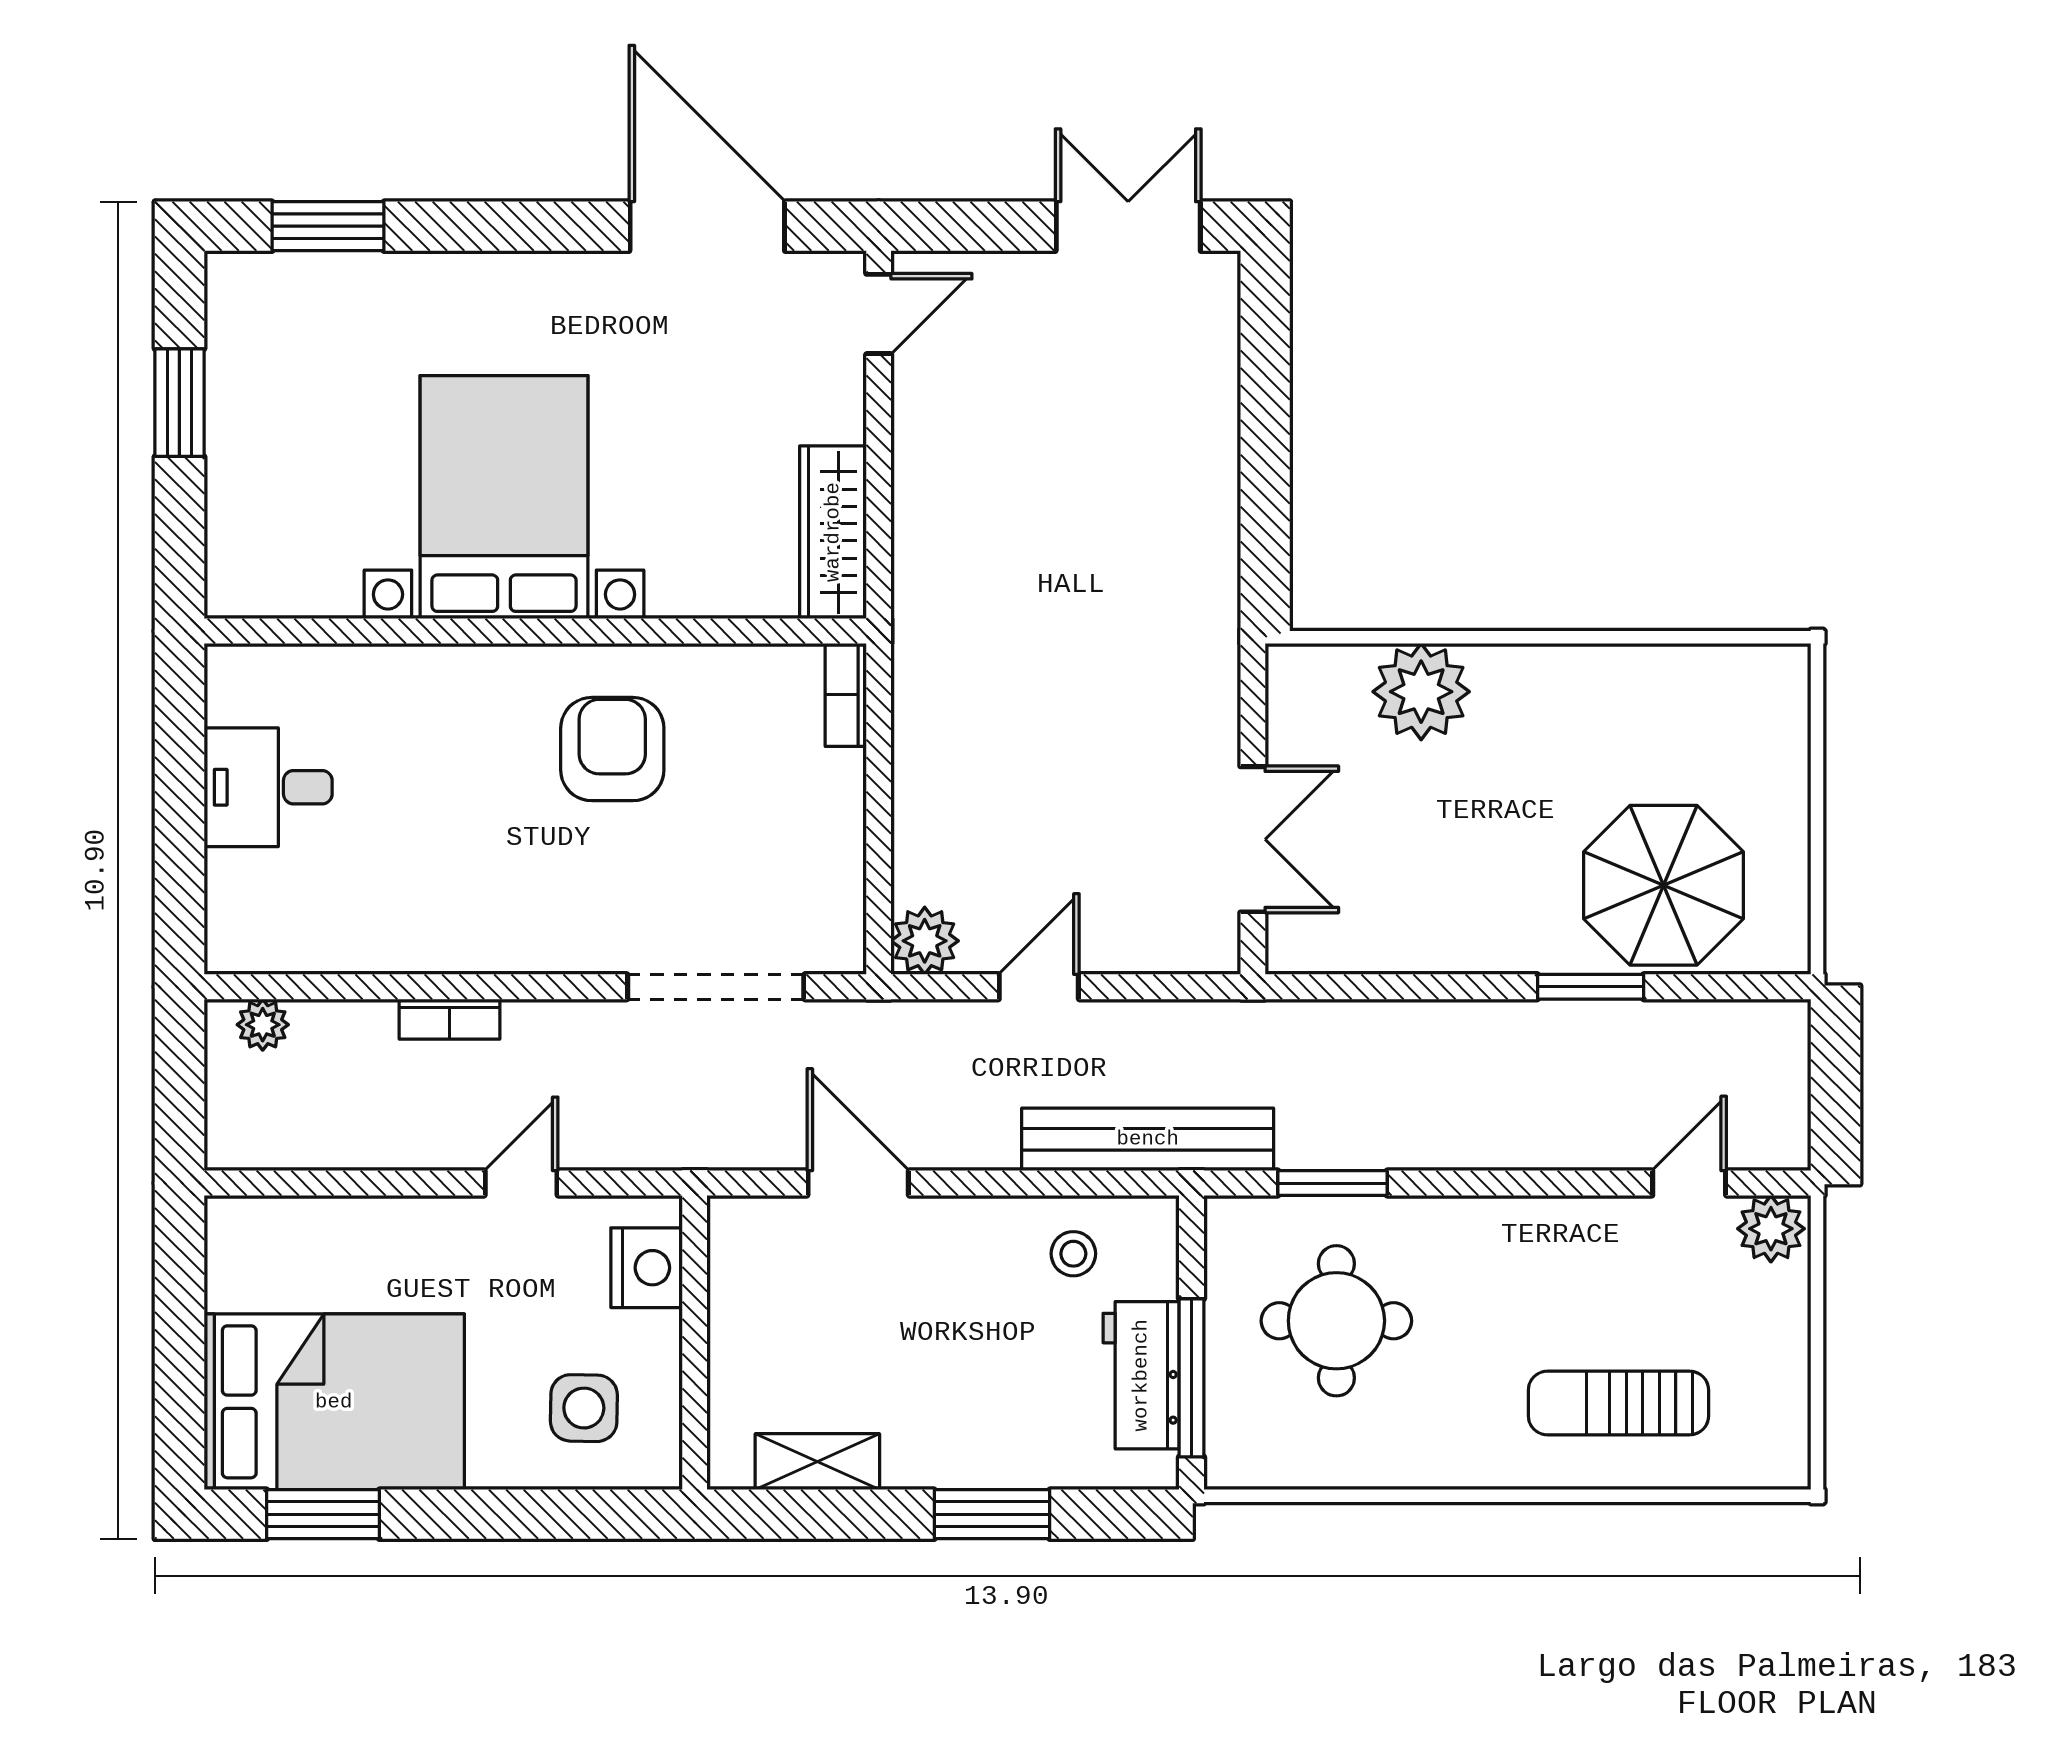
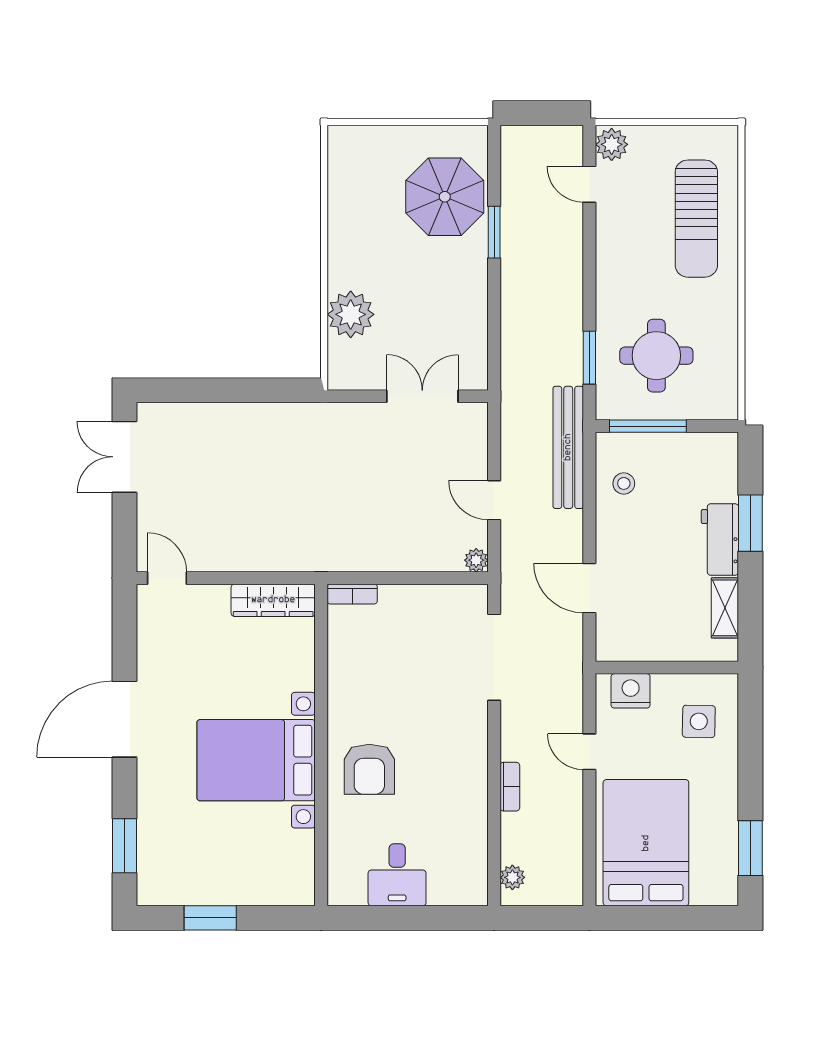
door: (707, 226) -> (124, 719), moved
armchair: (612, 749) -> (369, 769), moved, turned -90
plant: (925, 941) -> (476, 560), width x0.73, depth x0.73
door: (858, 1183) -> (589, 588), hinge flipped
workbench: (1141, 1375) -> (720, 539), moved, turned 90
window: (1191, 1378) -> (648, 426), moved
bed: (334, 1402) -> (646, 843), moved
sun lounger: (1618, 1403) -> (696, 219), width x1.36, depth x1.34

